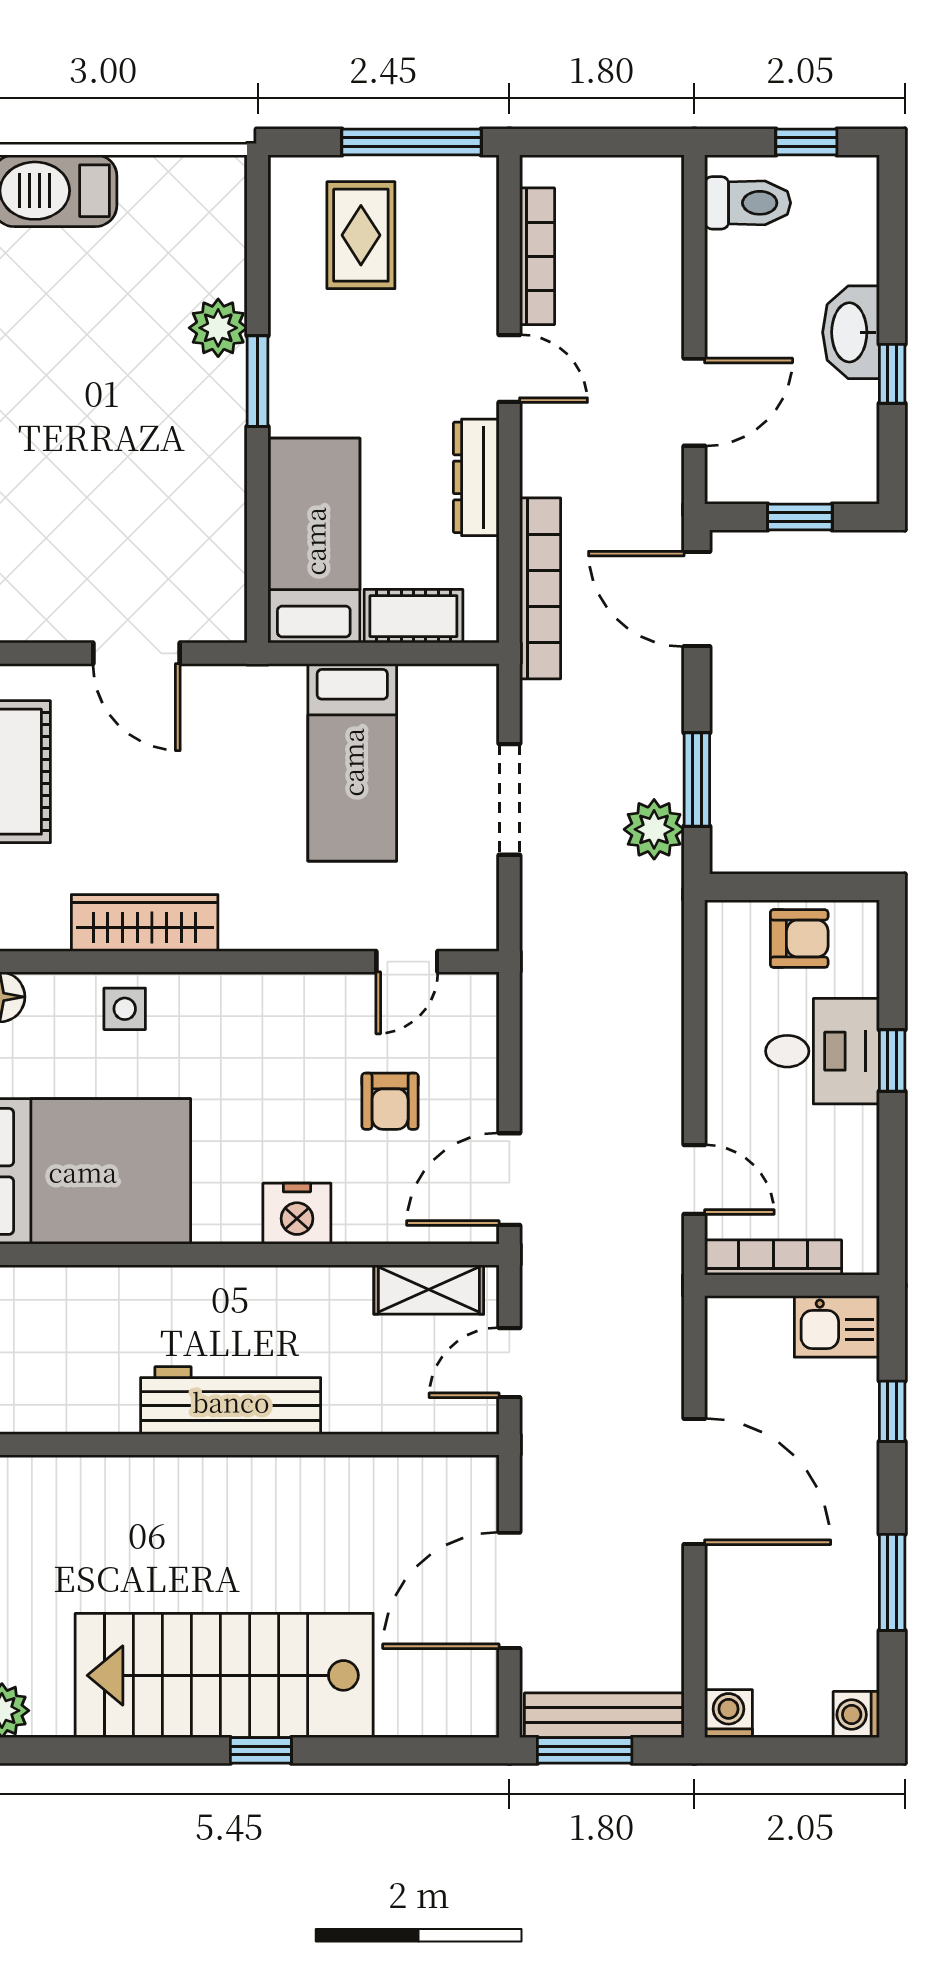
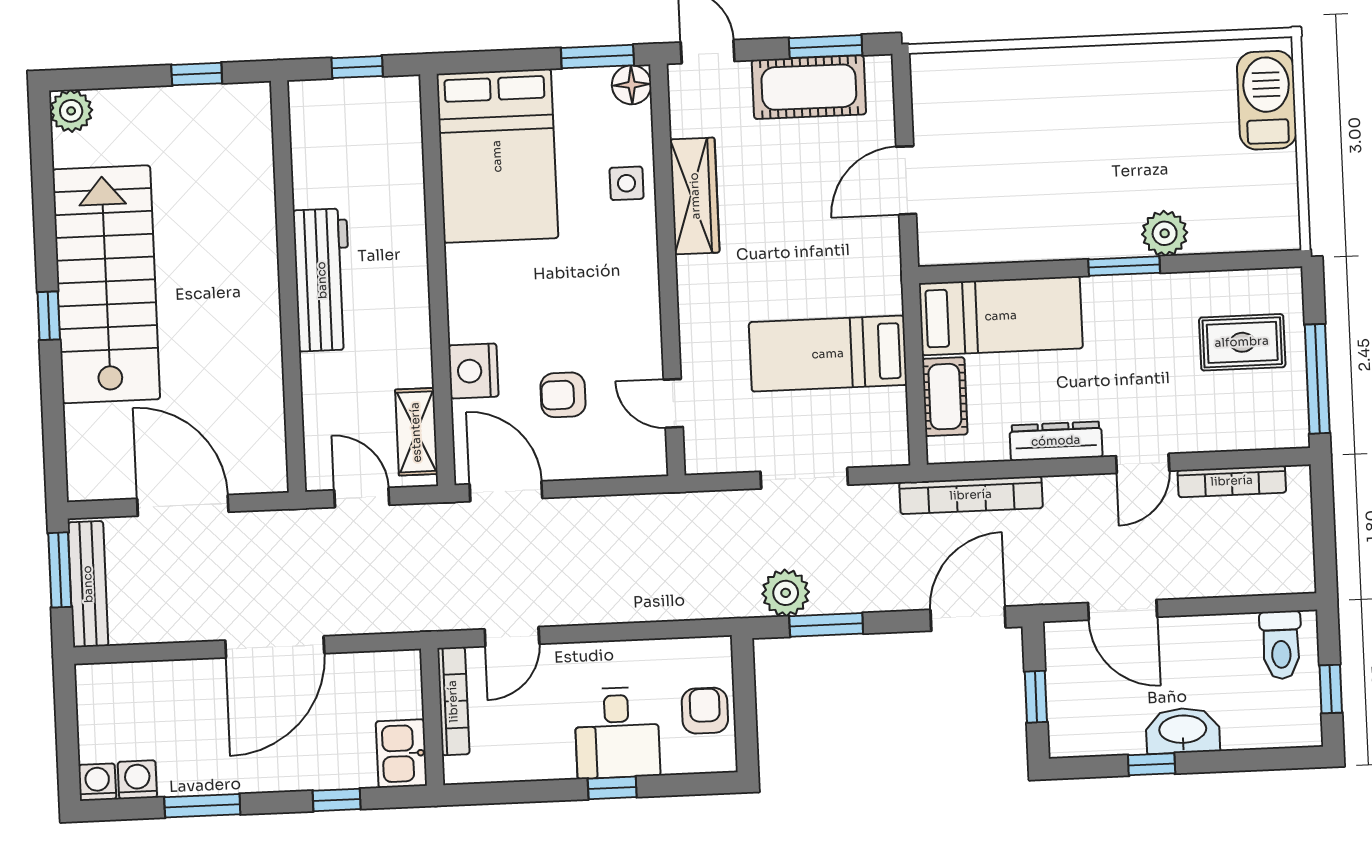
armchair: (799, 939) -> (705, 711), turned 180
nightstand: (297, 1214) -> (473, 371), moved
washing machine: (729, 1714) -> (137, 780), moved, turned -90

